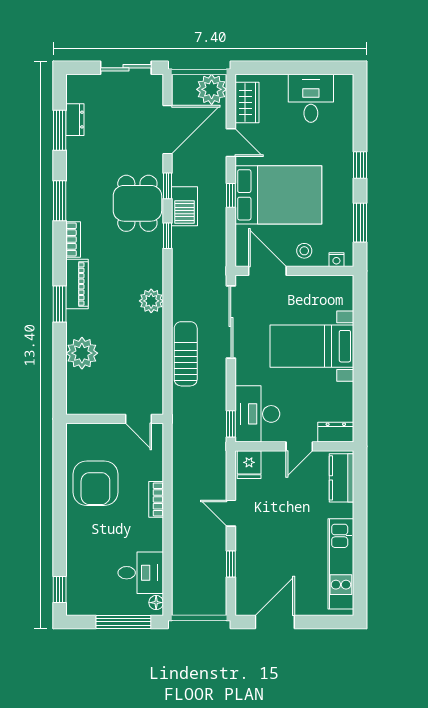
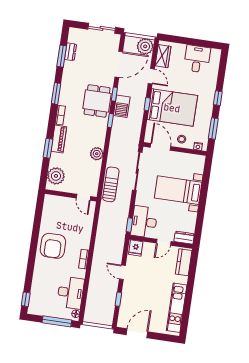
wall: (115, 419) -> (71, 195), moved
door: (139, 419) -> (83, 197), moved
desk: (141, 573) -> (71, 293), width x1.37

